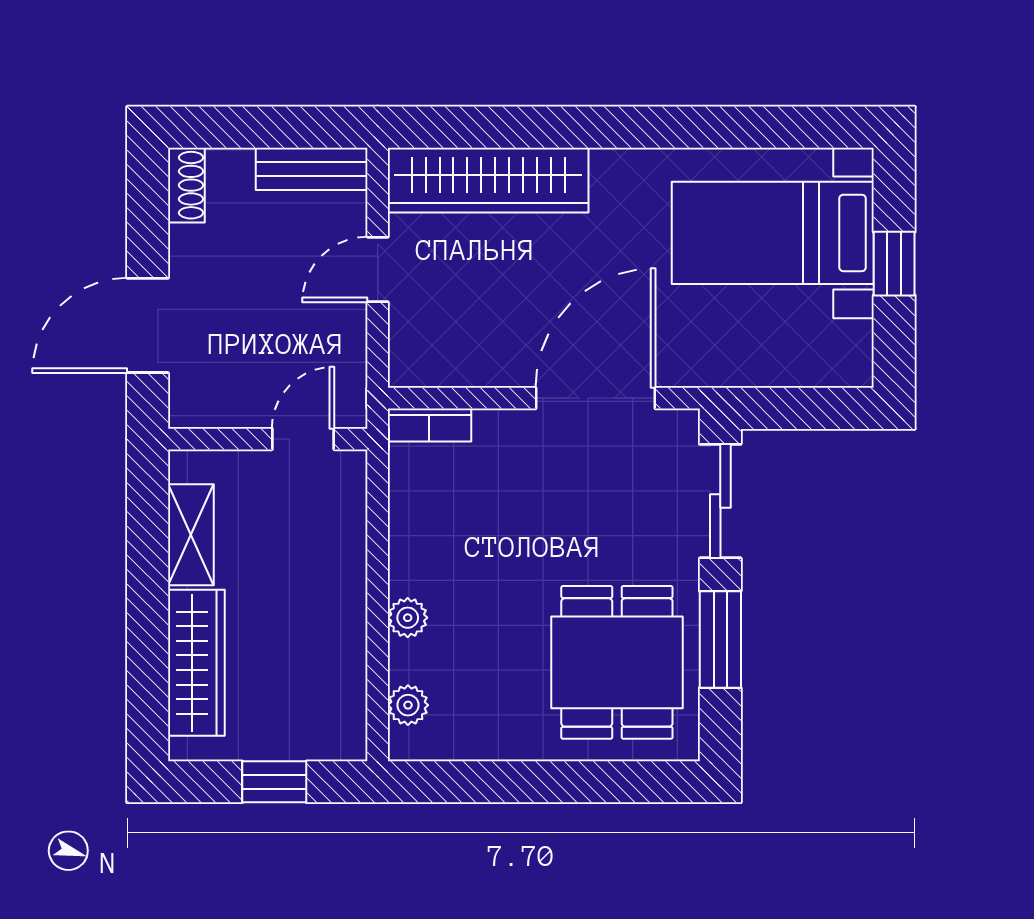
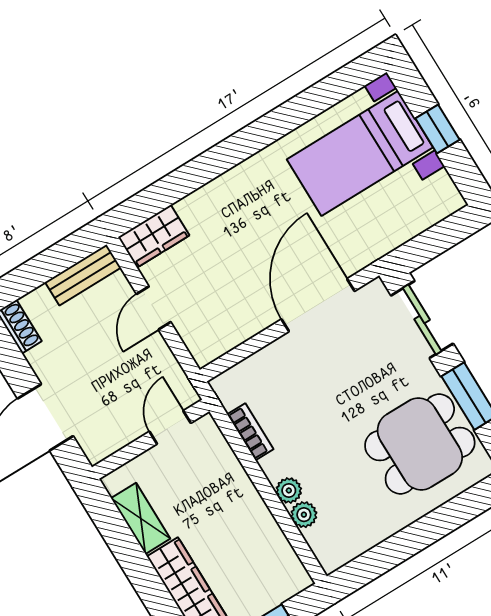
wardrobe: (488, 180) -> (154, 236), width x0.48, depth x0.85
bookcase: (429, 425) -> (250, 432), moved, turned -90
dining table: (617, 662) -> (420, 444), turned 90
plant: (408, 705) -> (304, 515), moved

